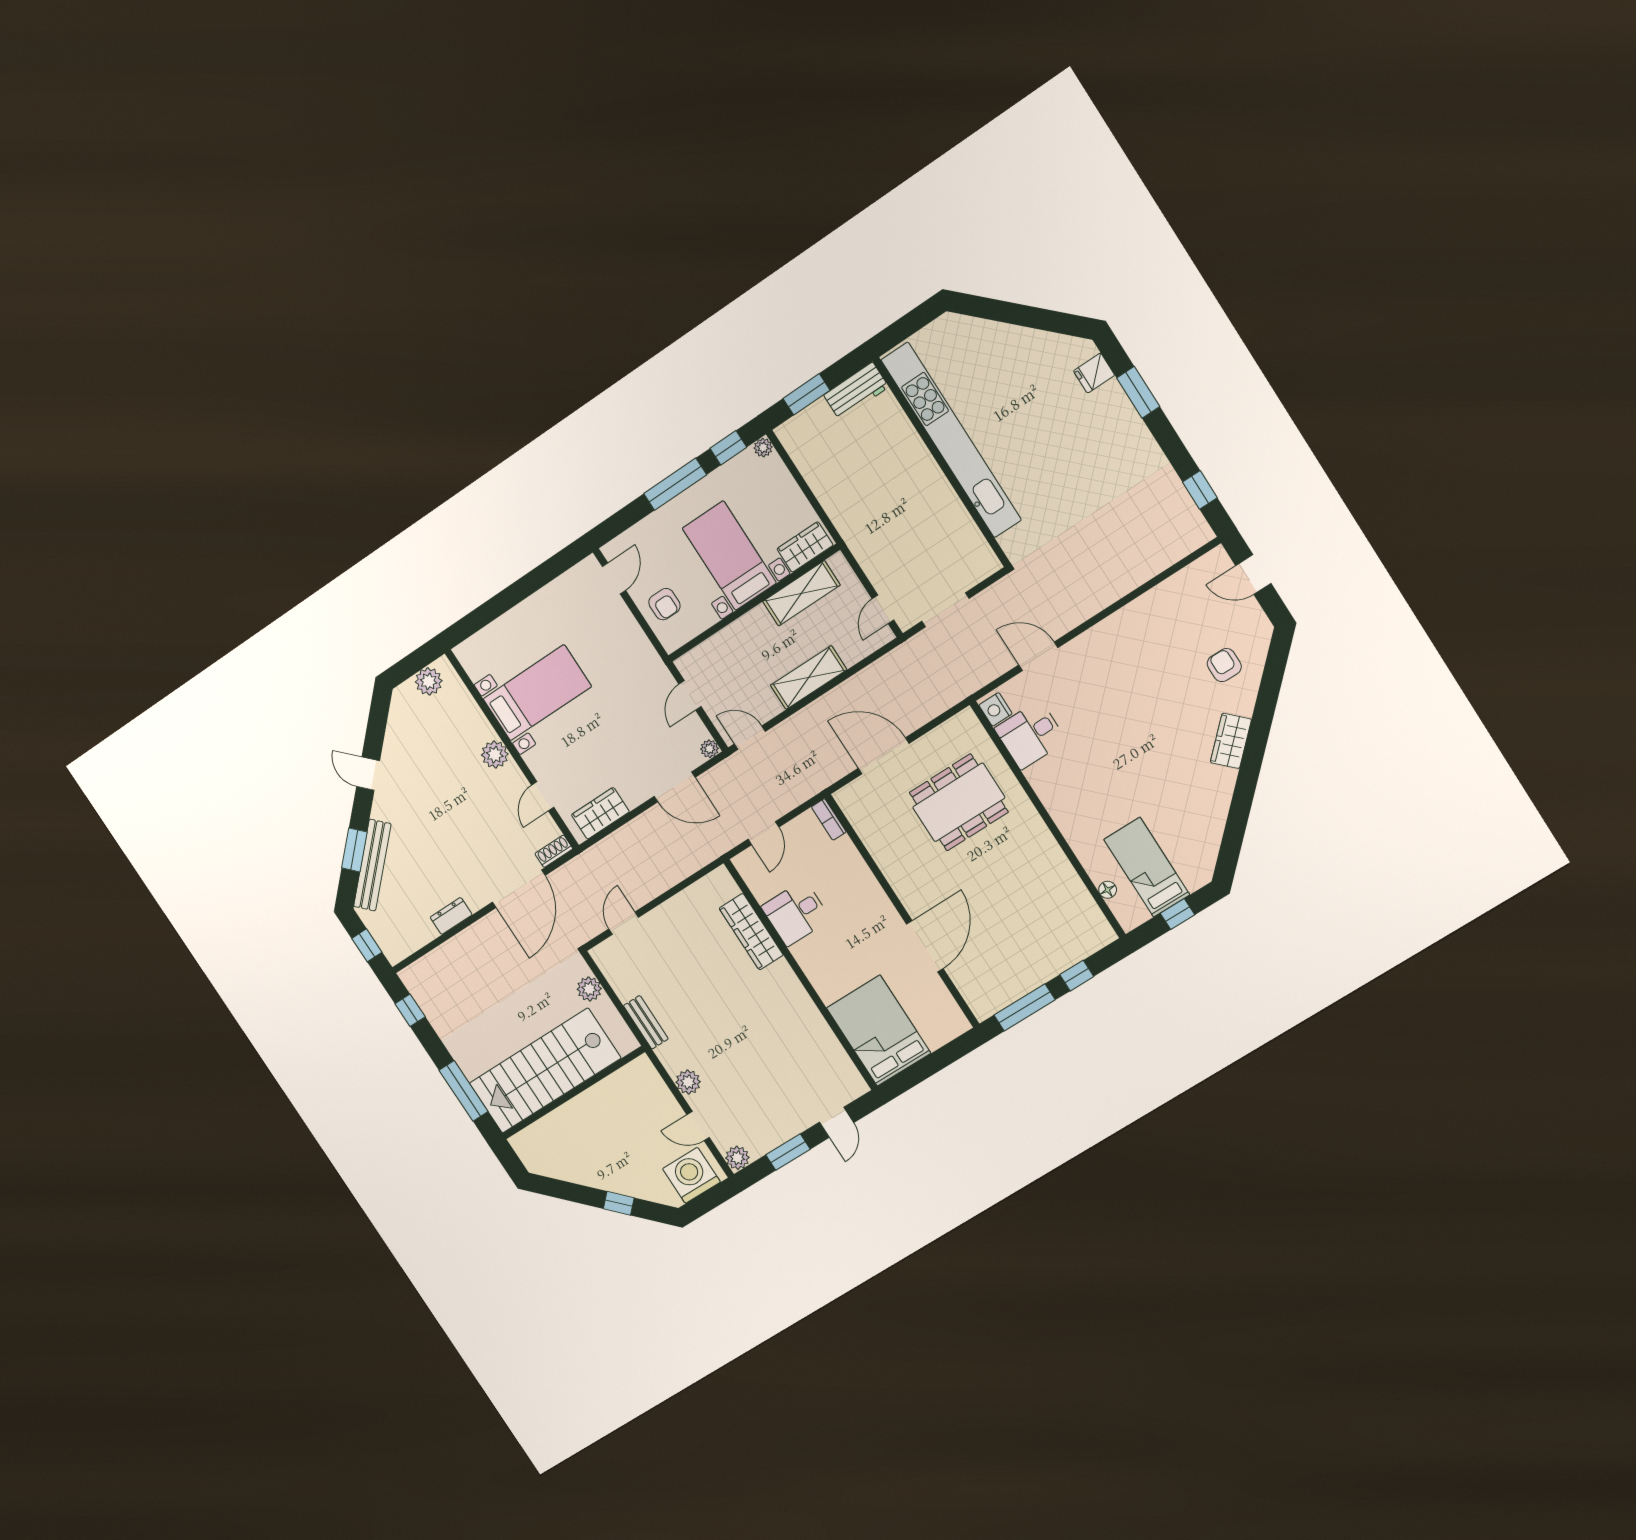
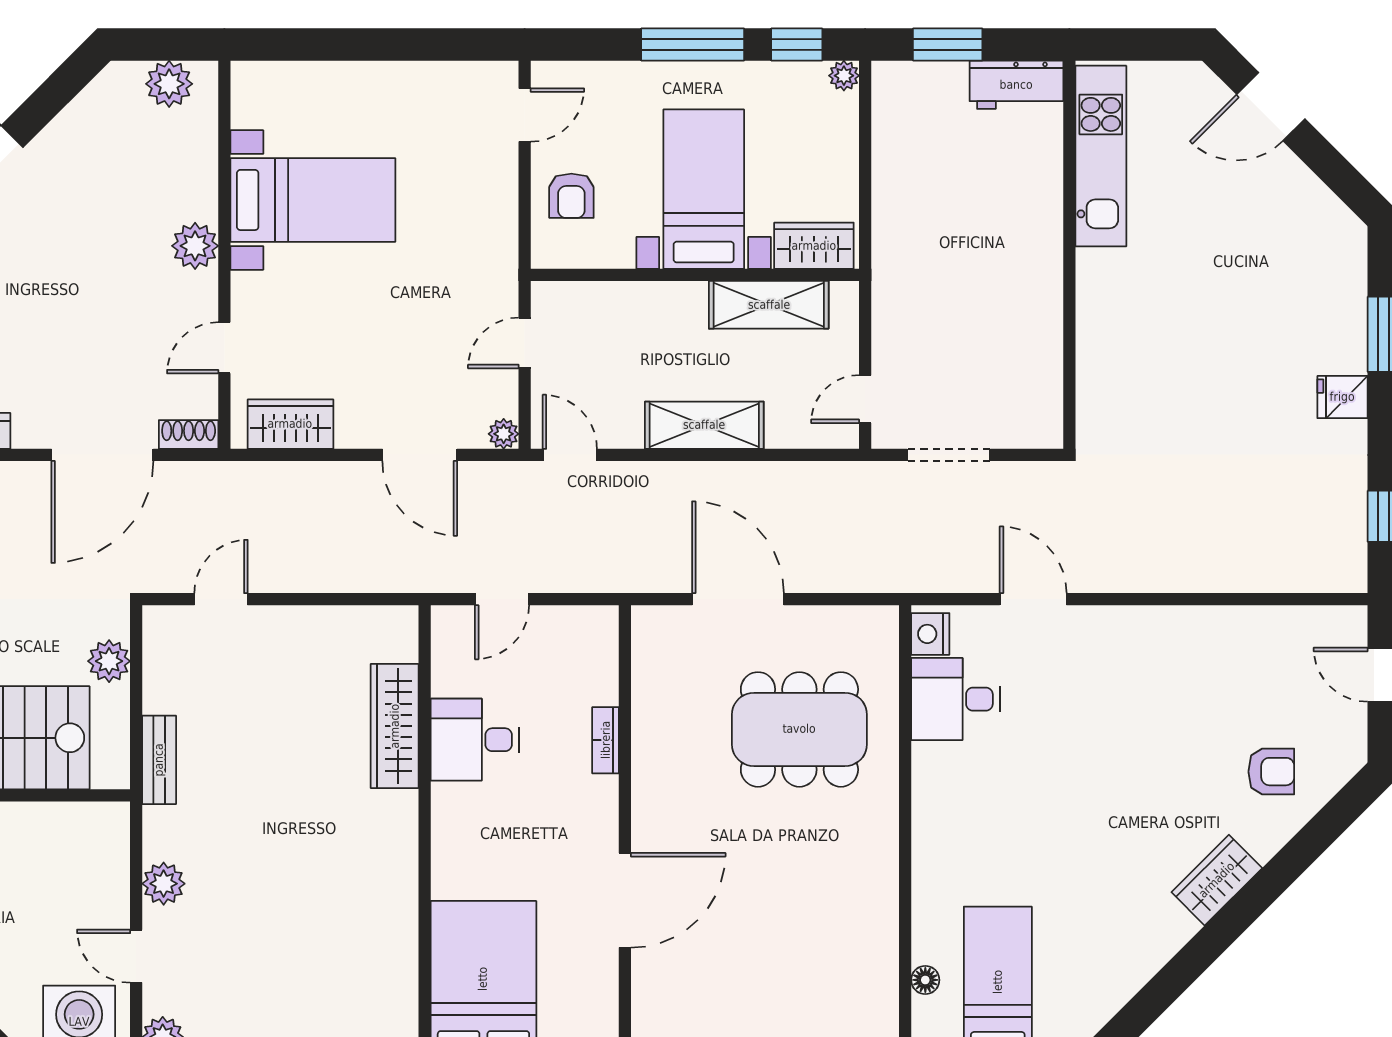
door: (999, 311) -> (1271, 107), added
fridge: (1094, 373) -> (1342, 397), moved
kitchen unit: (951, 440) -> (1101, 156), width x0.54
armchair: (1224, 665) -> (1271, 772), turned 90
bookcase: (829, 819) -> (606, 740), moved

